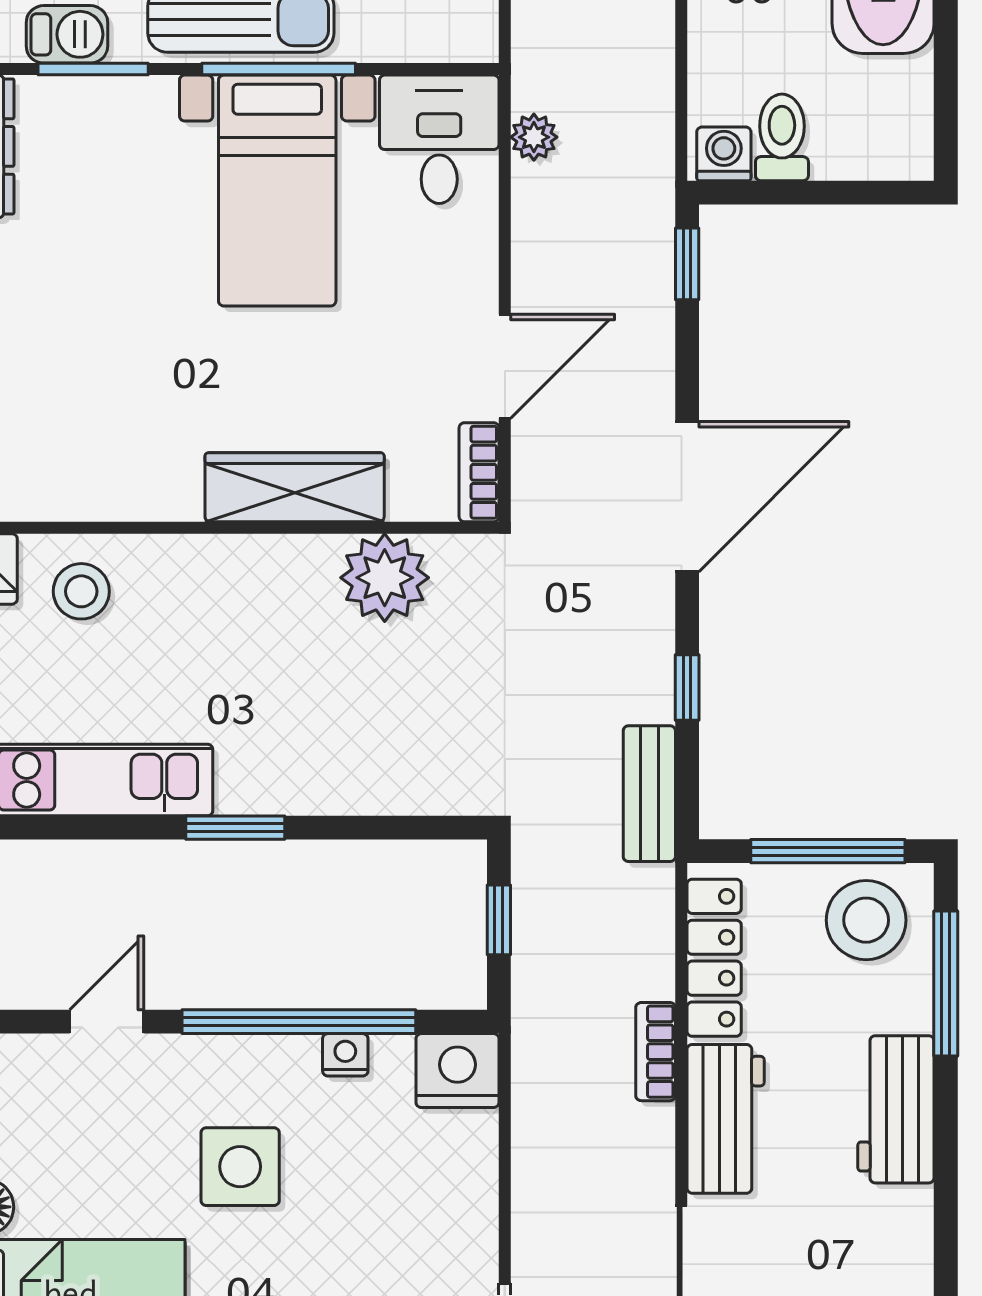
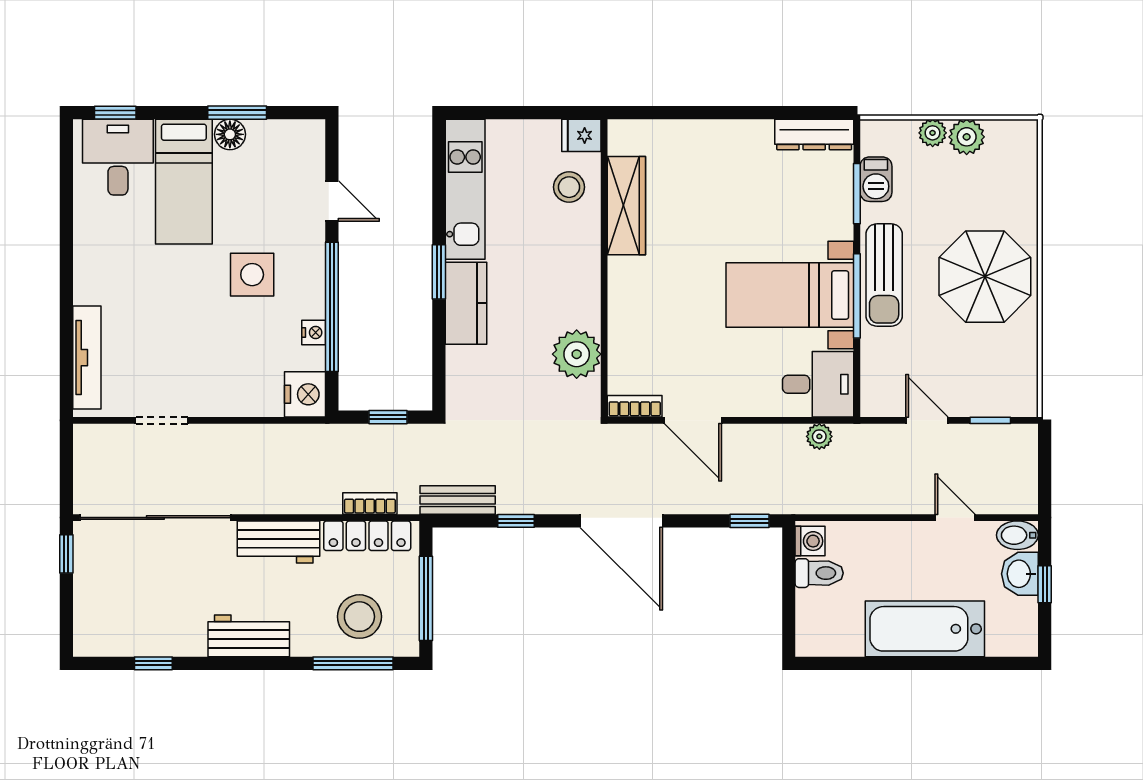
wardrobe: (295, 487) -> (626, 206), moved
kitchen counter: (292, 779) -> (466, 303), added
stool: (866, 920) -> (359, 617), moved
bookcase: (656, 1052) -> (370, 503), moved
workbench: (896, 1109) -> (249, 636), moved

